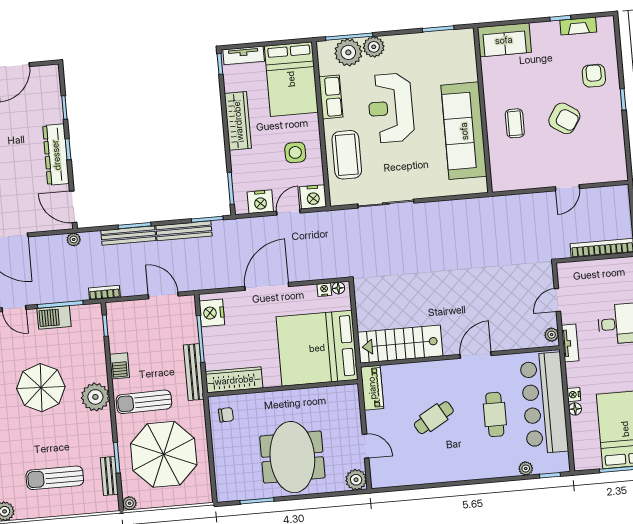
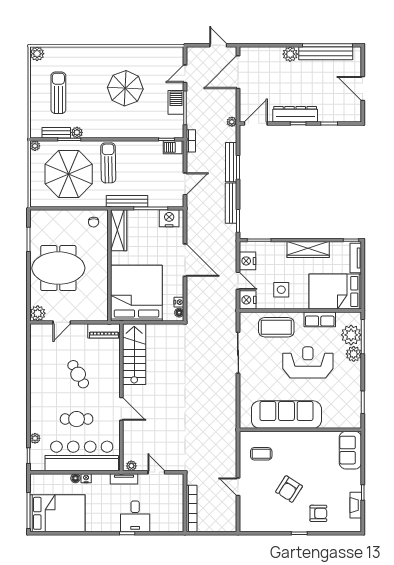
coffee table: (515, 123) -> (261, 454), moved
barbecue: (120, 366) -> (173, 147), moved
plant: (95, 397) -> (77, 132), moved, width x0.53, depth x0.53

